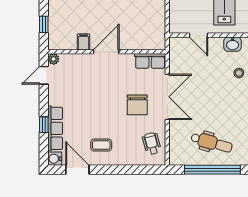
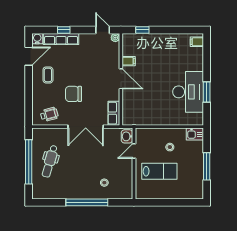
washbasin: (233, 44) -> (127, 136), moved
chair: (137, 105) -> (73, 94), moved

